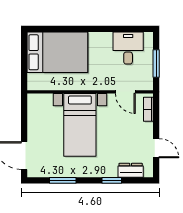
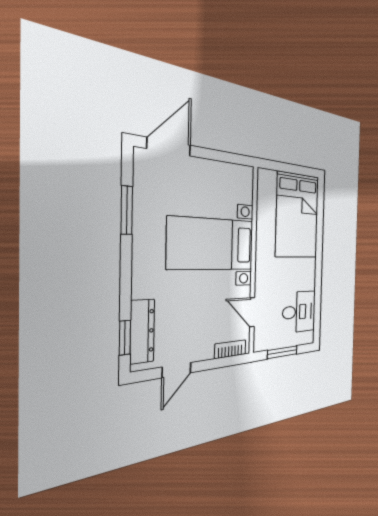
door: (125, 92) -> (252, 312), hinge flipped
dresser: (131, 170) -> (142, 331), width x1.44
window: (112, 180) -> (125, 338), moved

